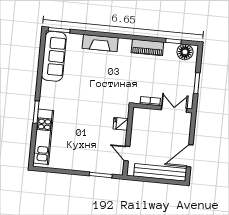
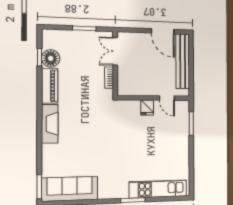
fireplace: (100, 43) -> (50, 124), moved
floor lamp: (185, 52) -> (51, 58), moved
fridge: (121, 124) -> (147, 108), moved
door: (127, 154) -> (167, 98), hinge flipped

